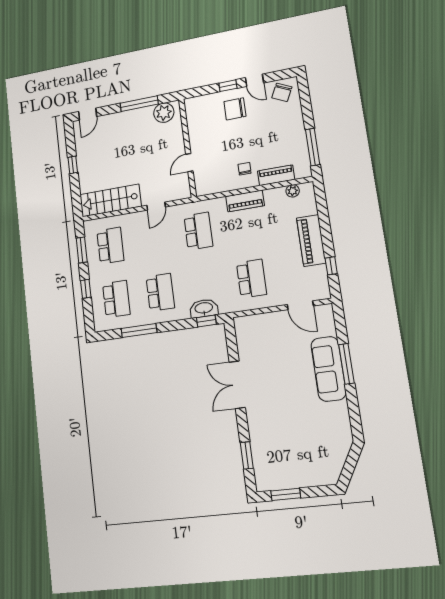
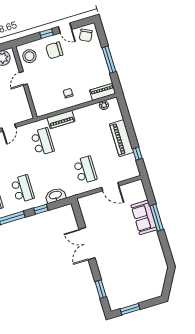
stool: (200, 114) -> (29, 56), added
window: (313, 147) -> (109, 60), moved
door: (189, 163) -> (23, 78), moved
piano: (276, 175) -> (103, 92), moved
piano: (245, 201) -> (61, 119), moved
door: (300, 305) -> (110, 187), moved
window: (206, 321) -> (41, 209), moved
sofa: (328, 369) -> (144, 217), width x0.73

